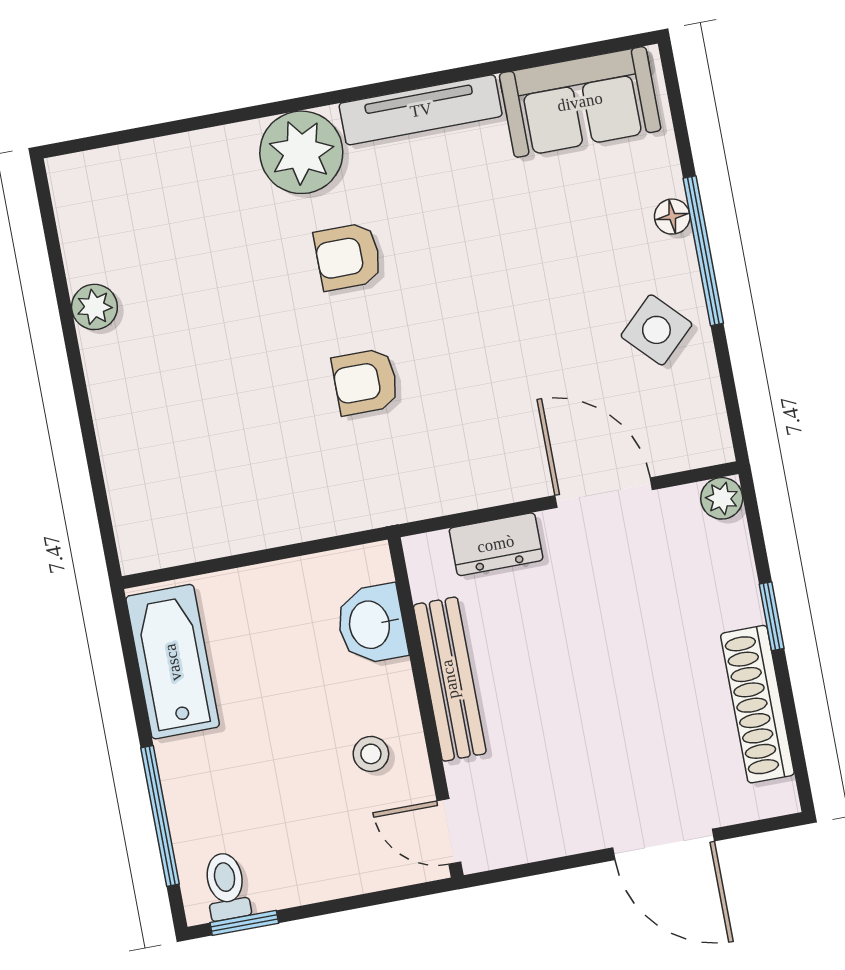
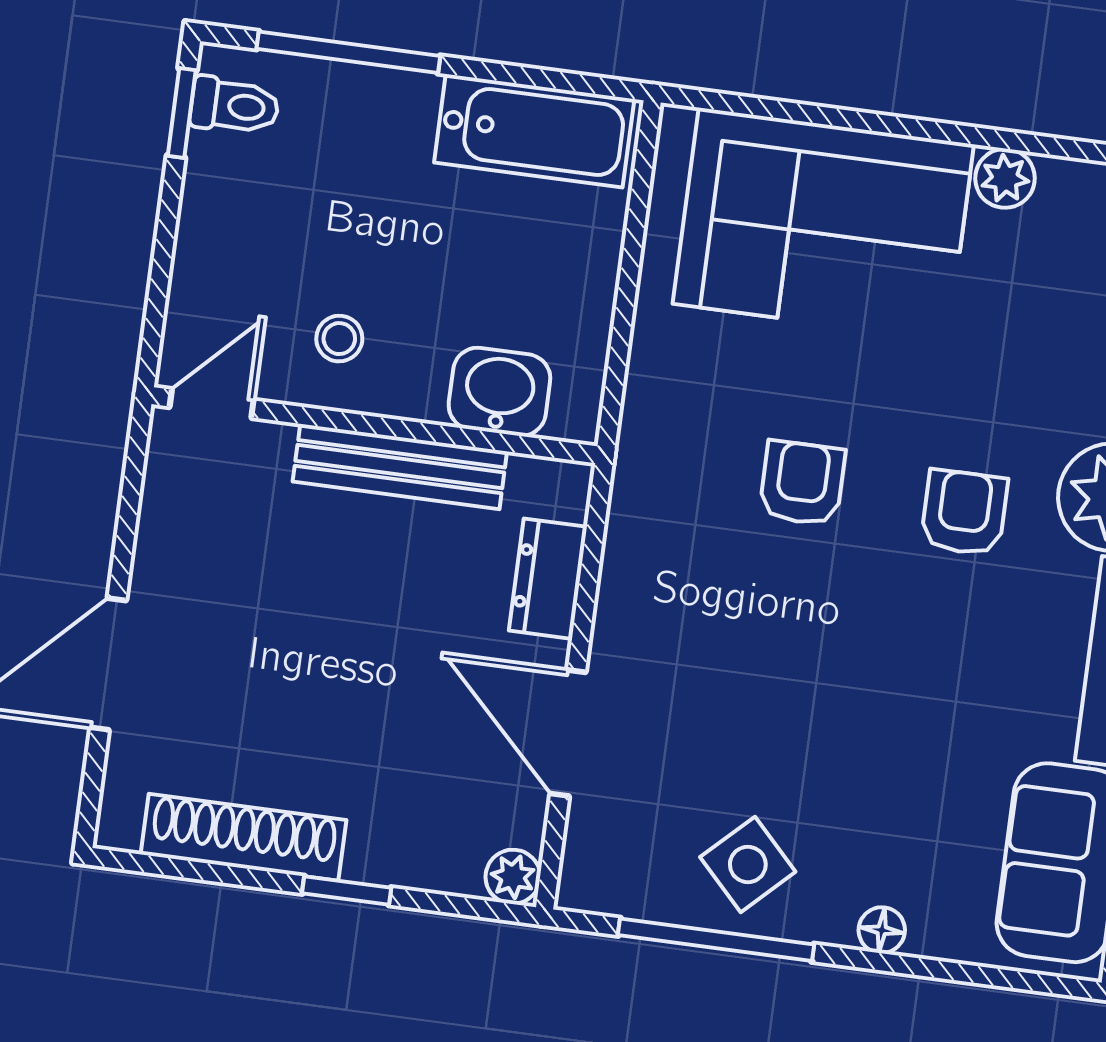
window: (703, 251) -> (716, 940), moved
corner sofa: (171, 428) -> (823, 224), added
door: (604, 493) -> (568, 733), swing flipped

